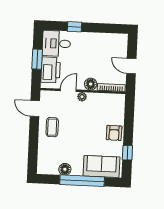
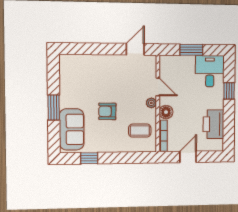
printer: (51, 70) -> (213, 124), moved, turned 90
coffee table: (52, 127) -> (140, 131), moved
armchair: (114, 133) -> (107, 111), moved
floor lamp: (65, 169) -> (66, 87), removed
window: (82, 181) -> (54, 108), width x0.47

